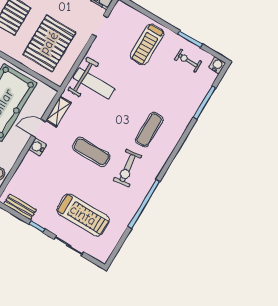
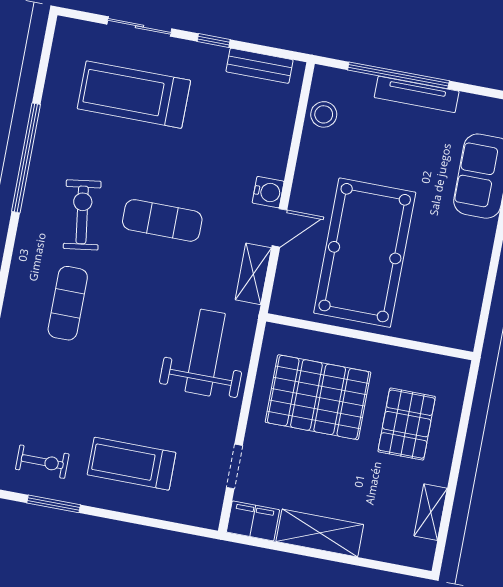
pallet: (49, 43) -> (318, 397), turned 90
treadmill: (147, 44) -> (132, 464), turned -90
weight bench: (94, 83) -> (205, 353), turned 90

